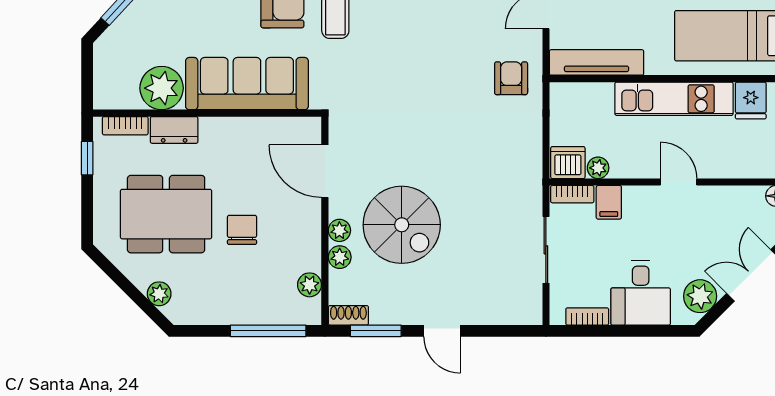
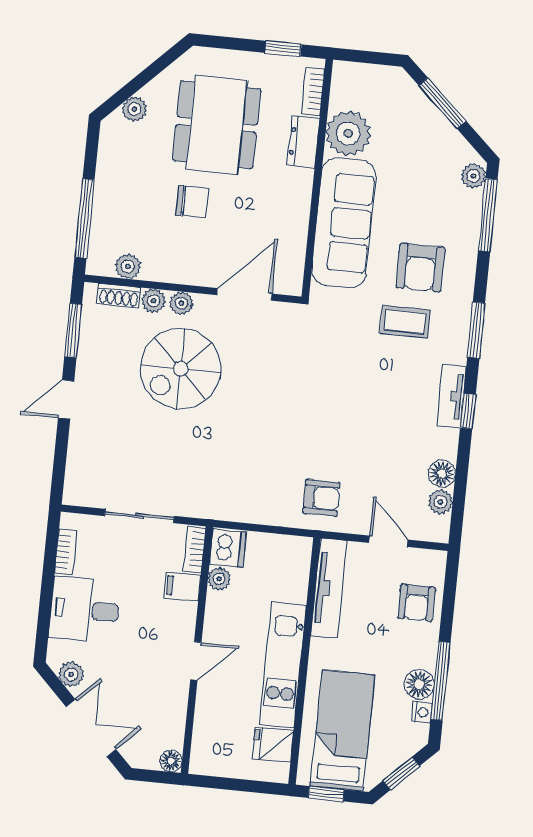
plant: (700, 296) -> (71, 674), width x0.73, depth x0.73
shoe rack: (348, 315) -> (119, 295), moved, turned 90

